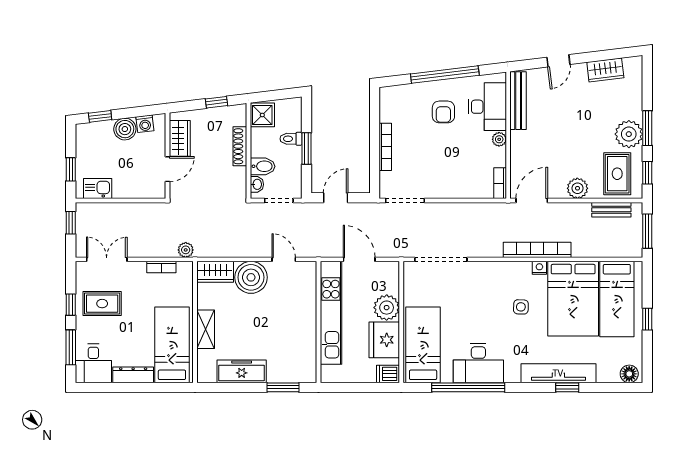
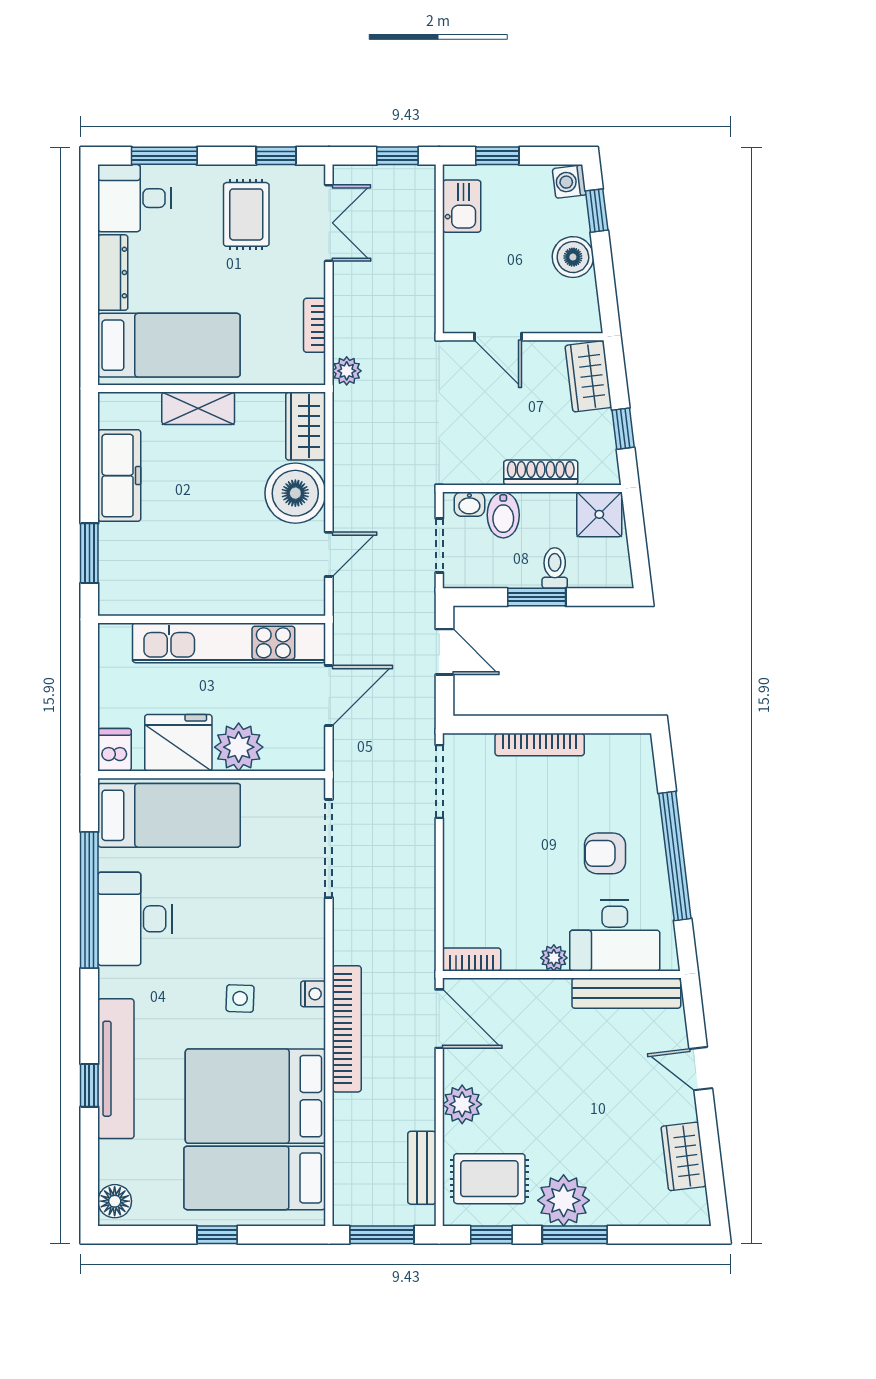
washing machine: (145, 124) -> (569, 182), moved
wardrobe: (180, 138) -> (588, 376), moved, turned 83
nightstand: (539, 268) -> (313, 994), moved
window: (71, 305) -> (276, 156), moved

